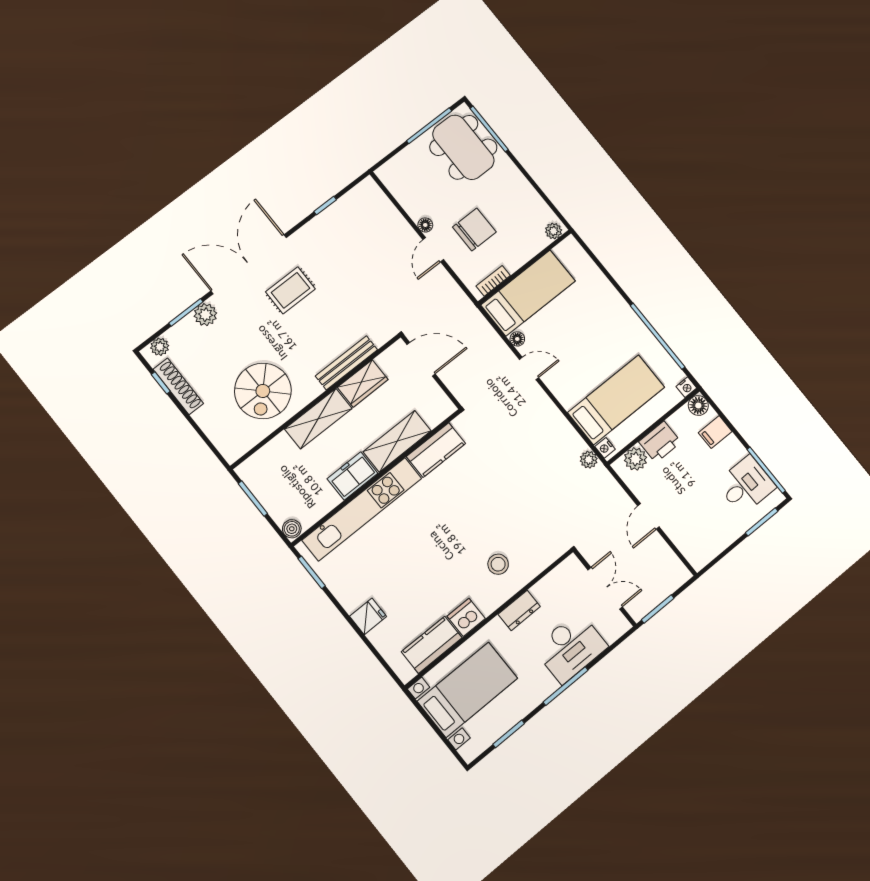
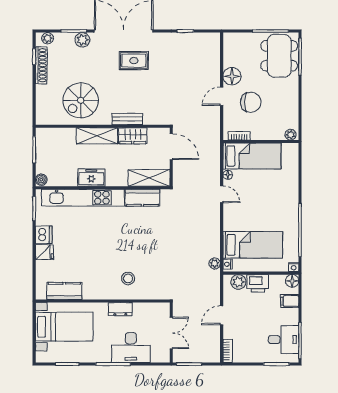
floor lamp: (425, 225) -> (232, 76), width x1.89, depth x1.89
bench: (346, 363) -> (127, 119), width x0.73
shelving: (397, 441) -> (149, 178), moved
bookcase: (691, 554) -> (228, 351), added
dishwasher: (466, 617) -> (44, 235), moved, turned 90

